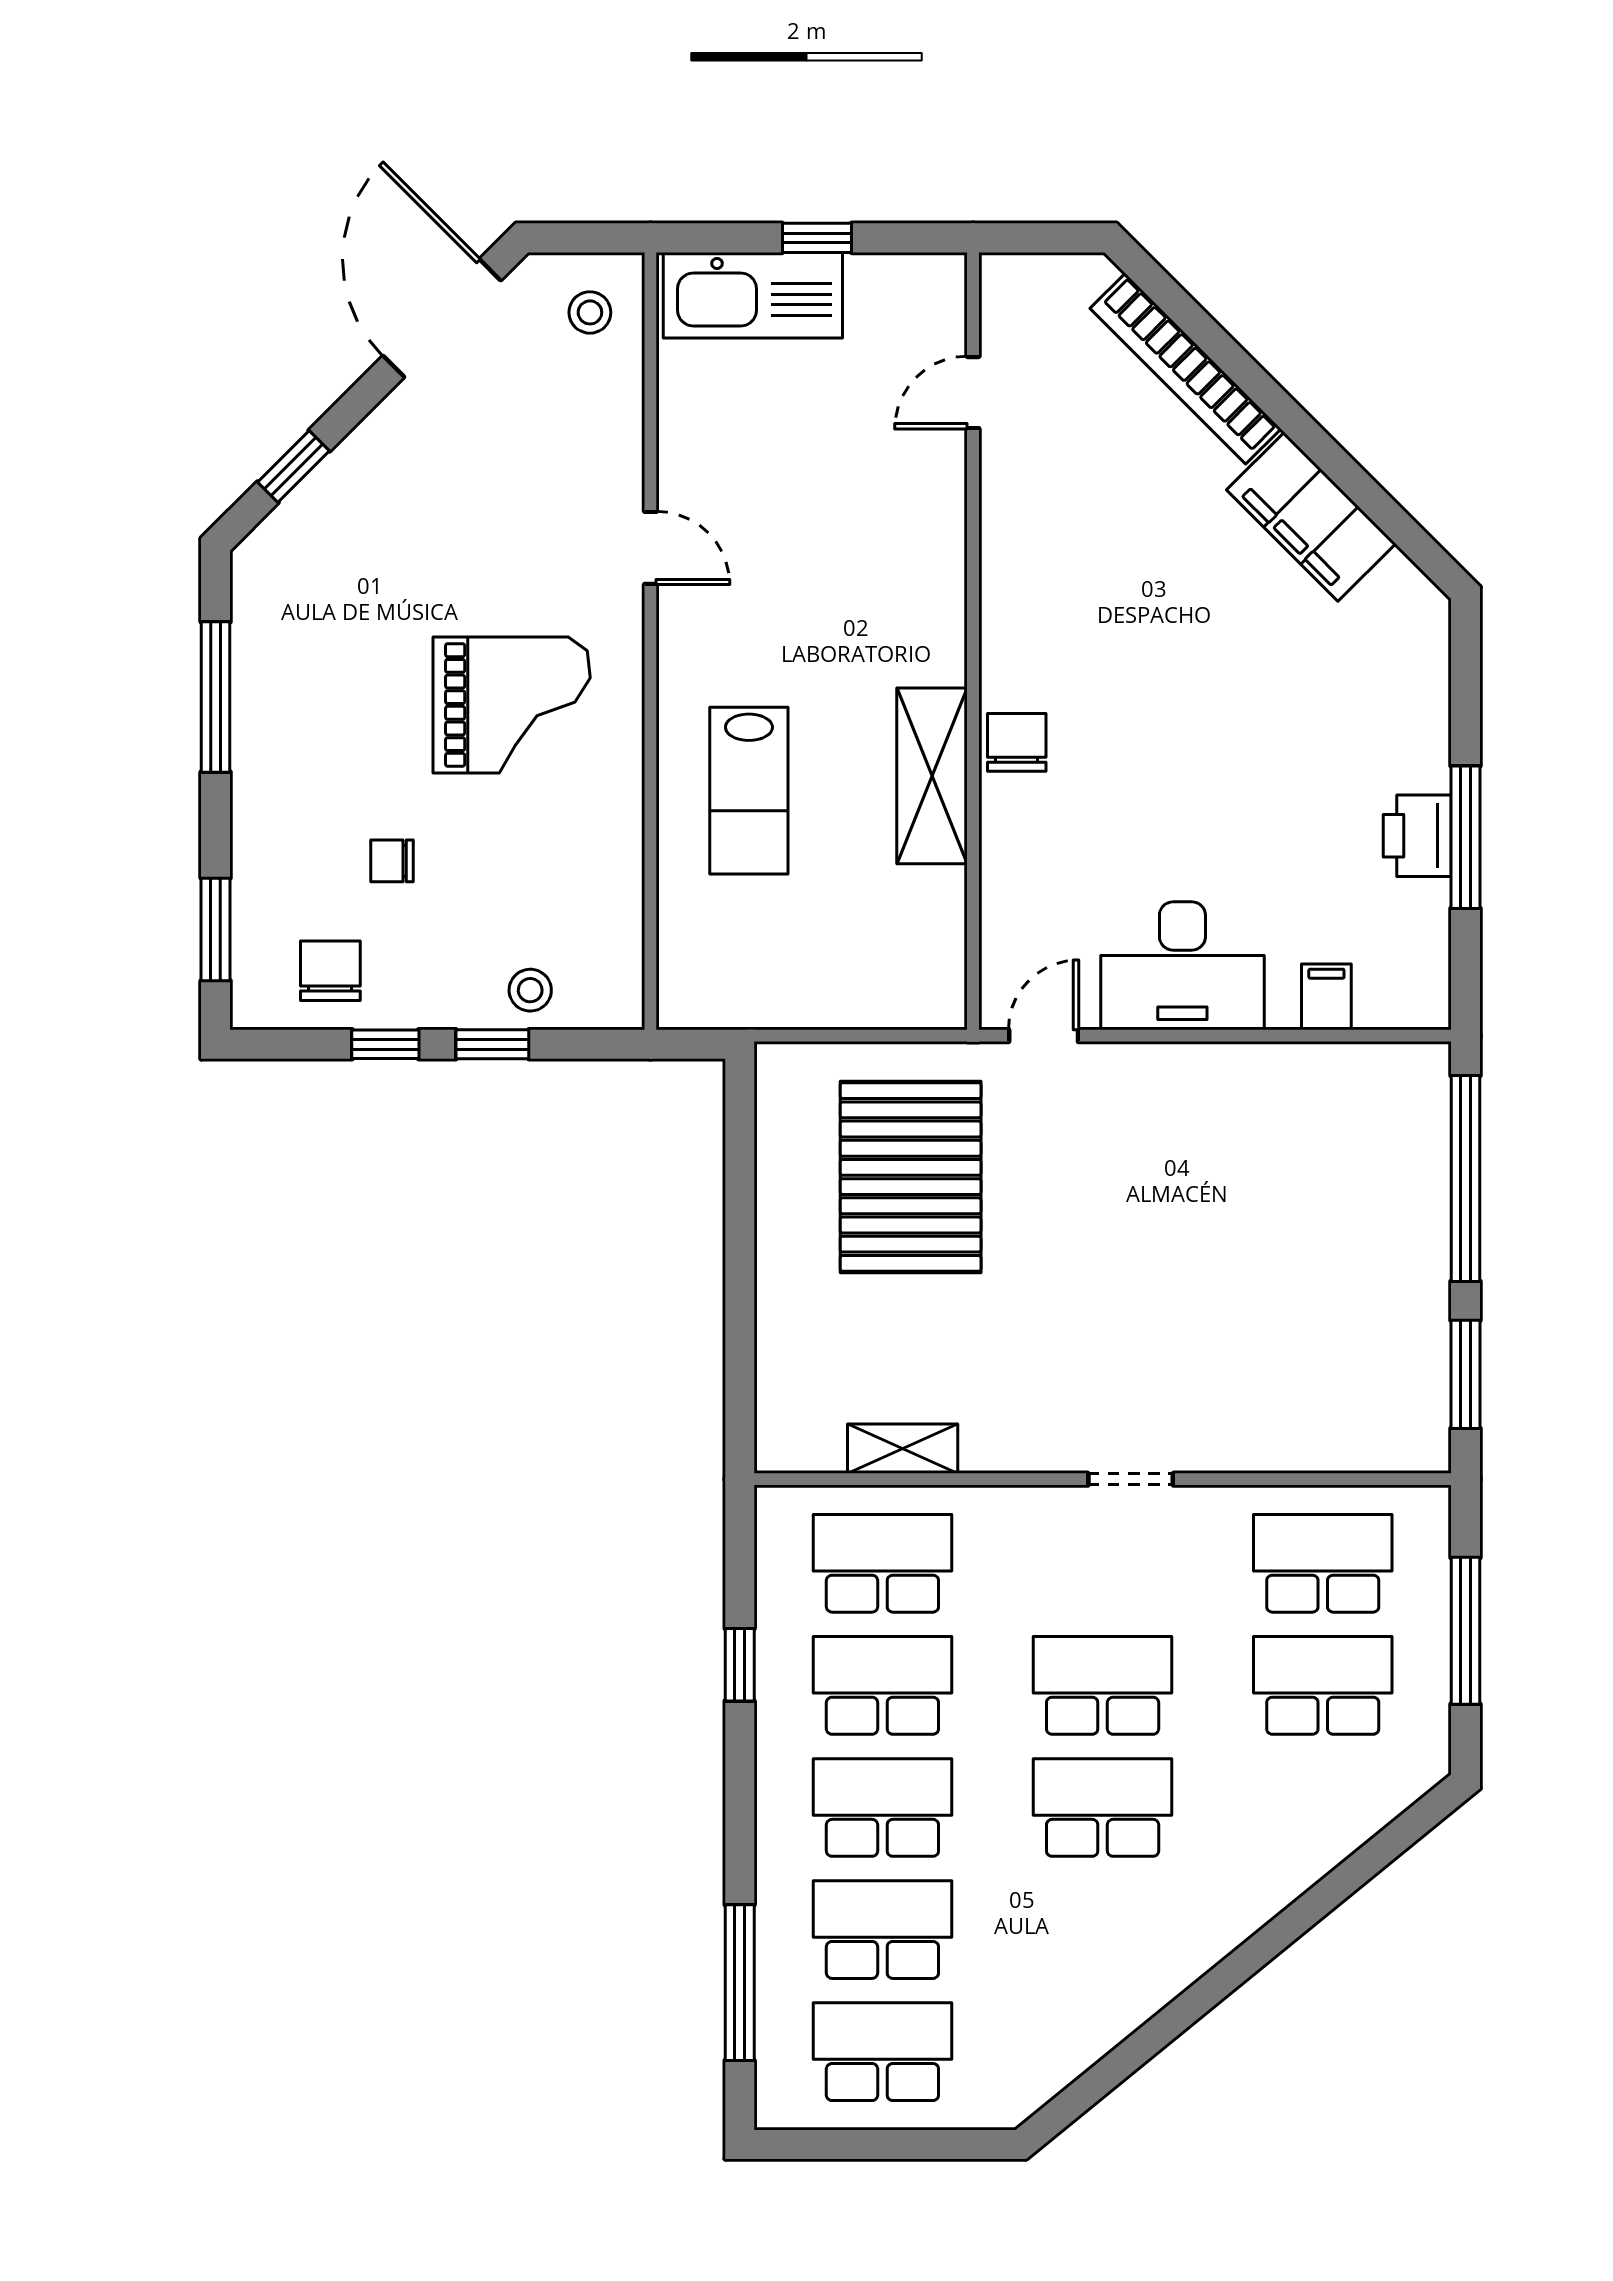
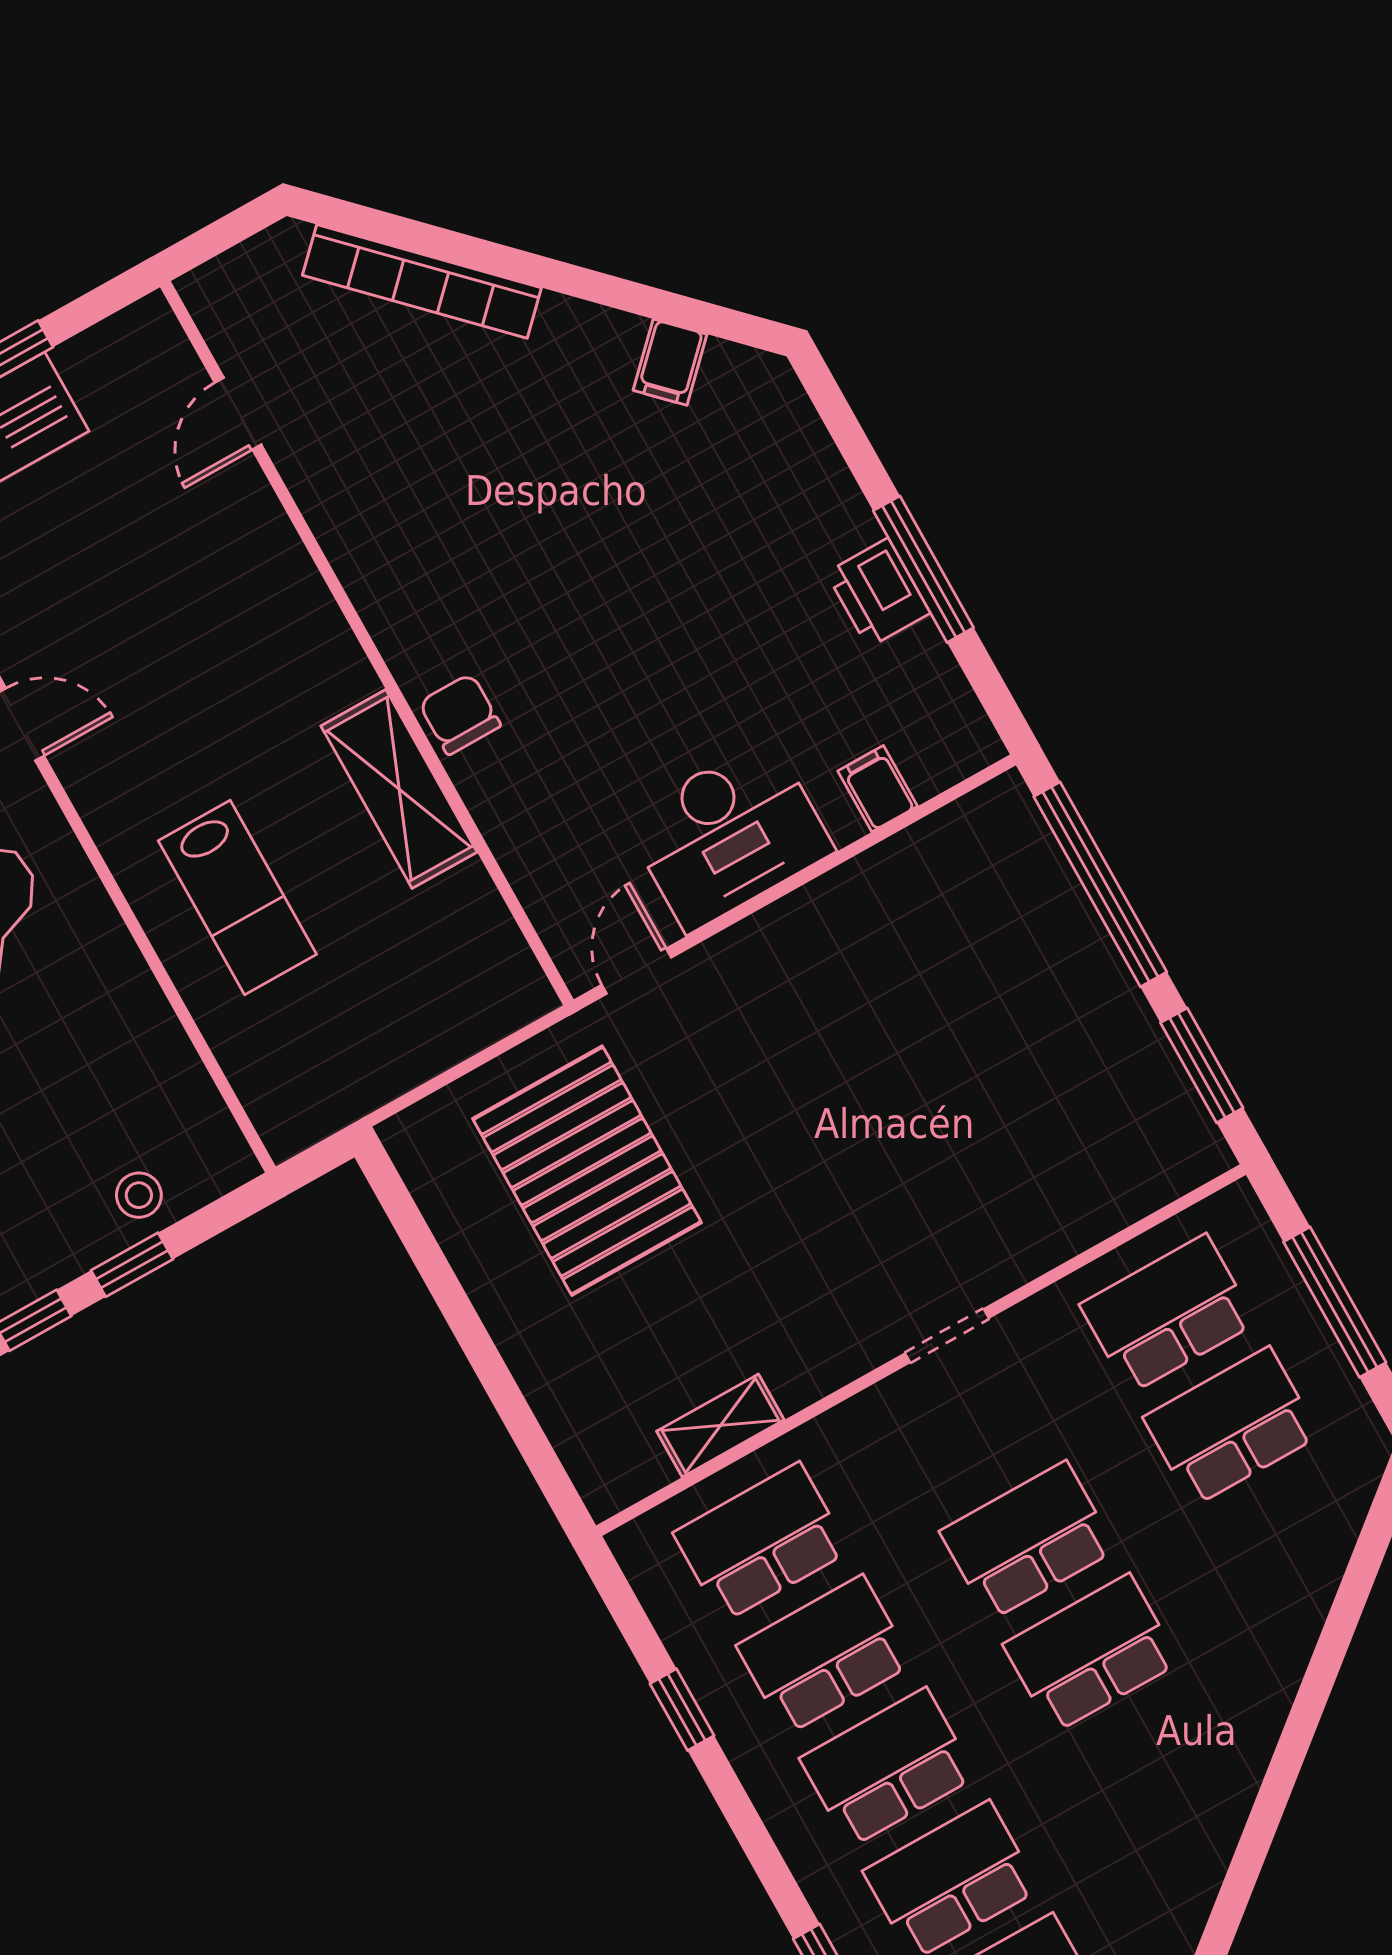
filing cabinet: (1311, 517) -> (670, 362), width x0.33, depth x0.86

